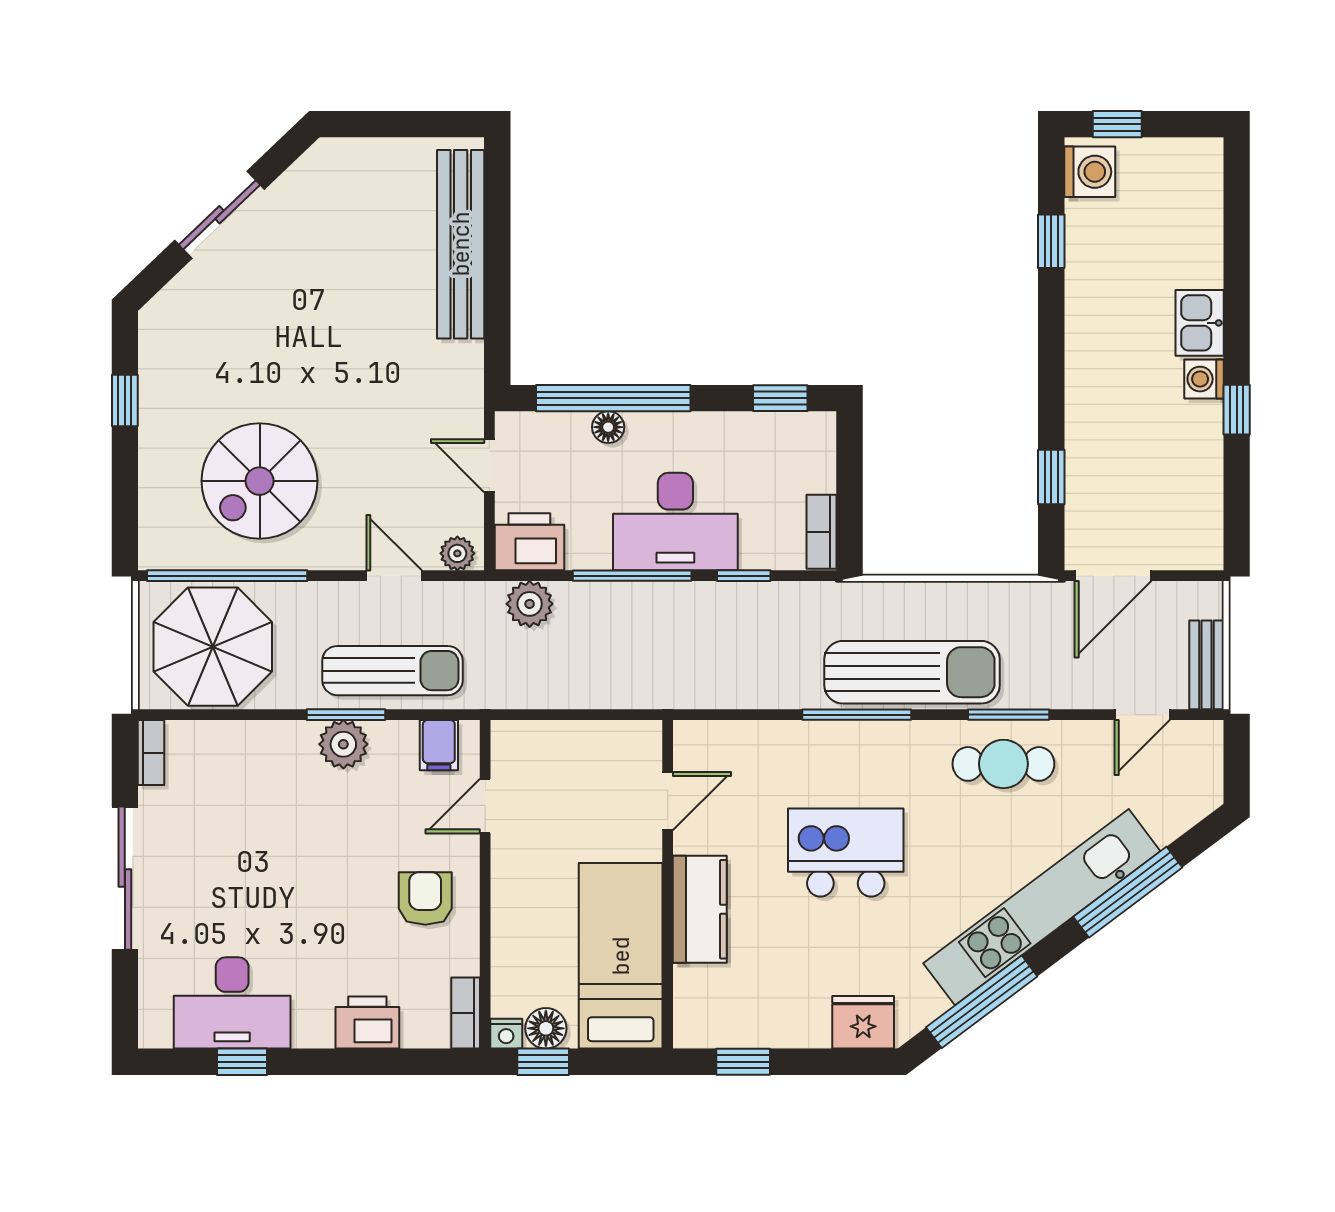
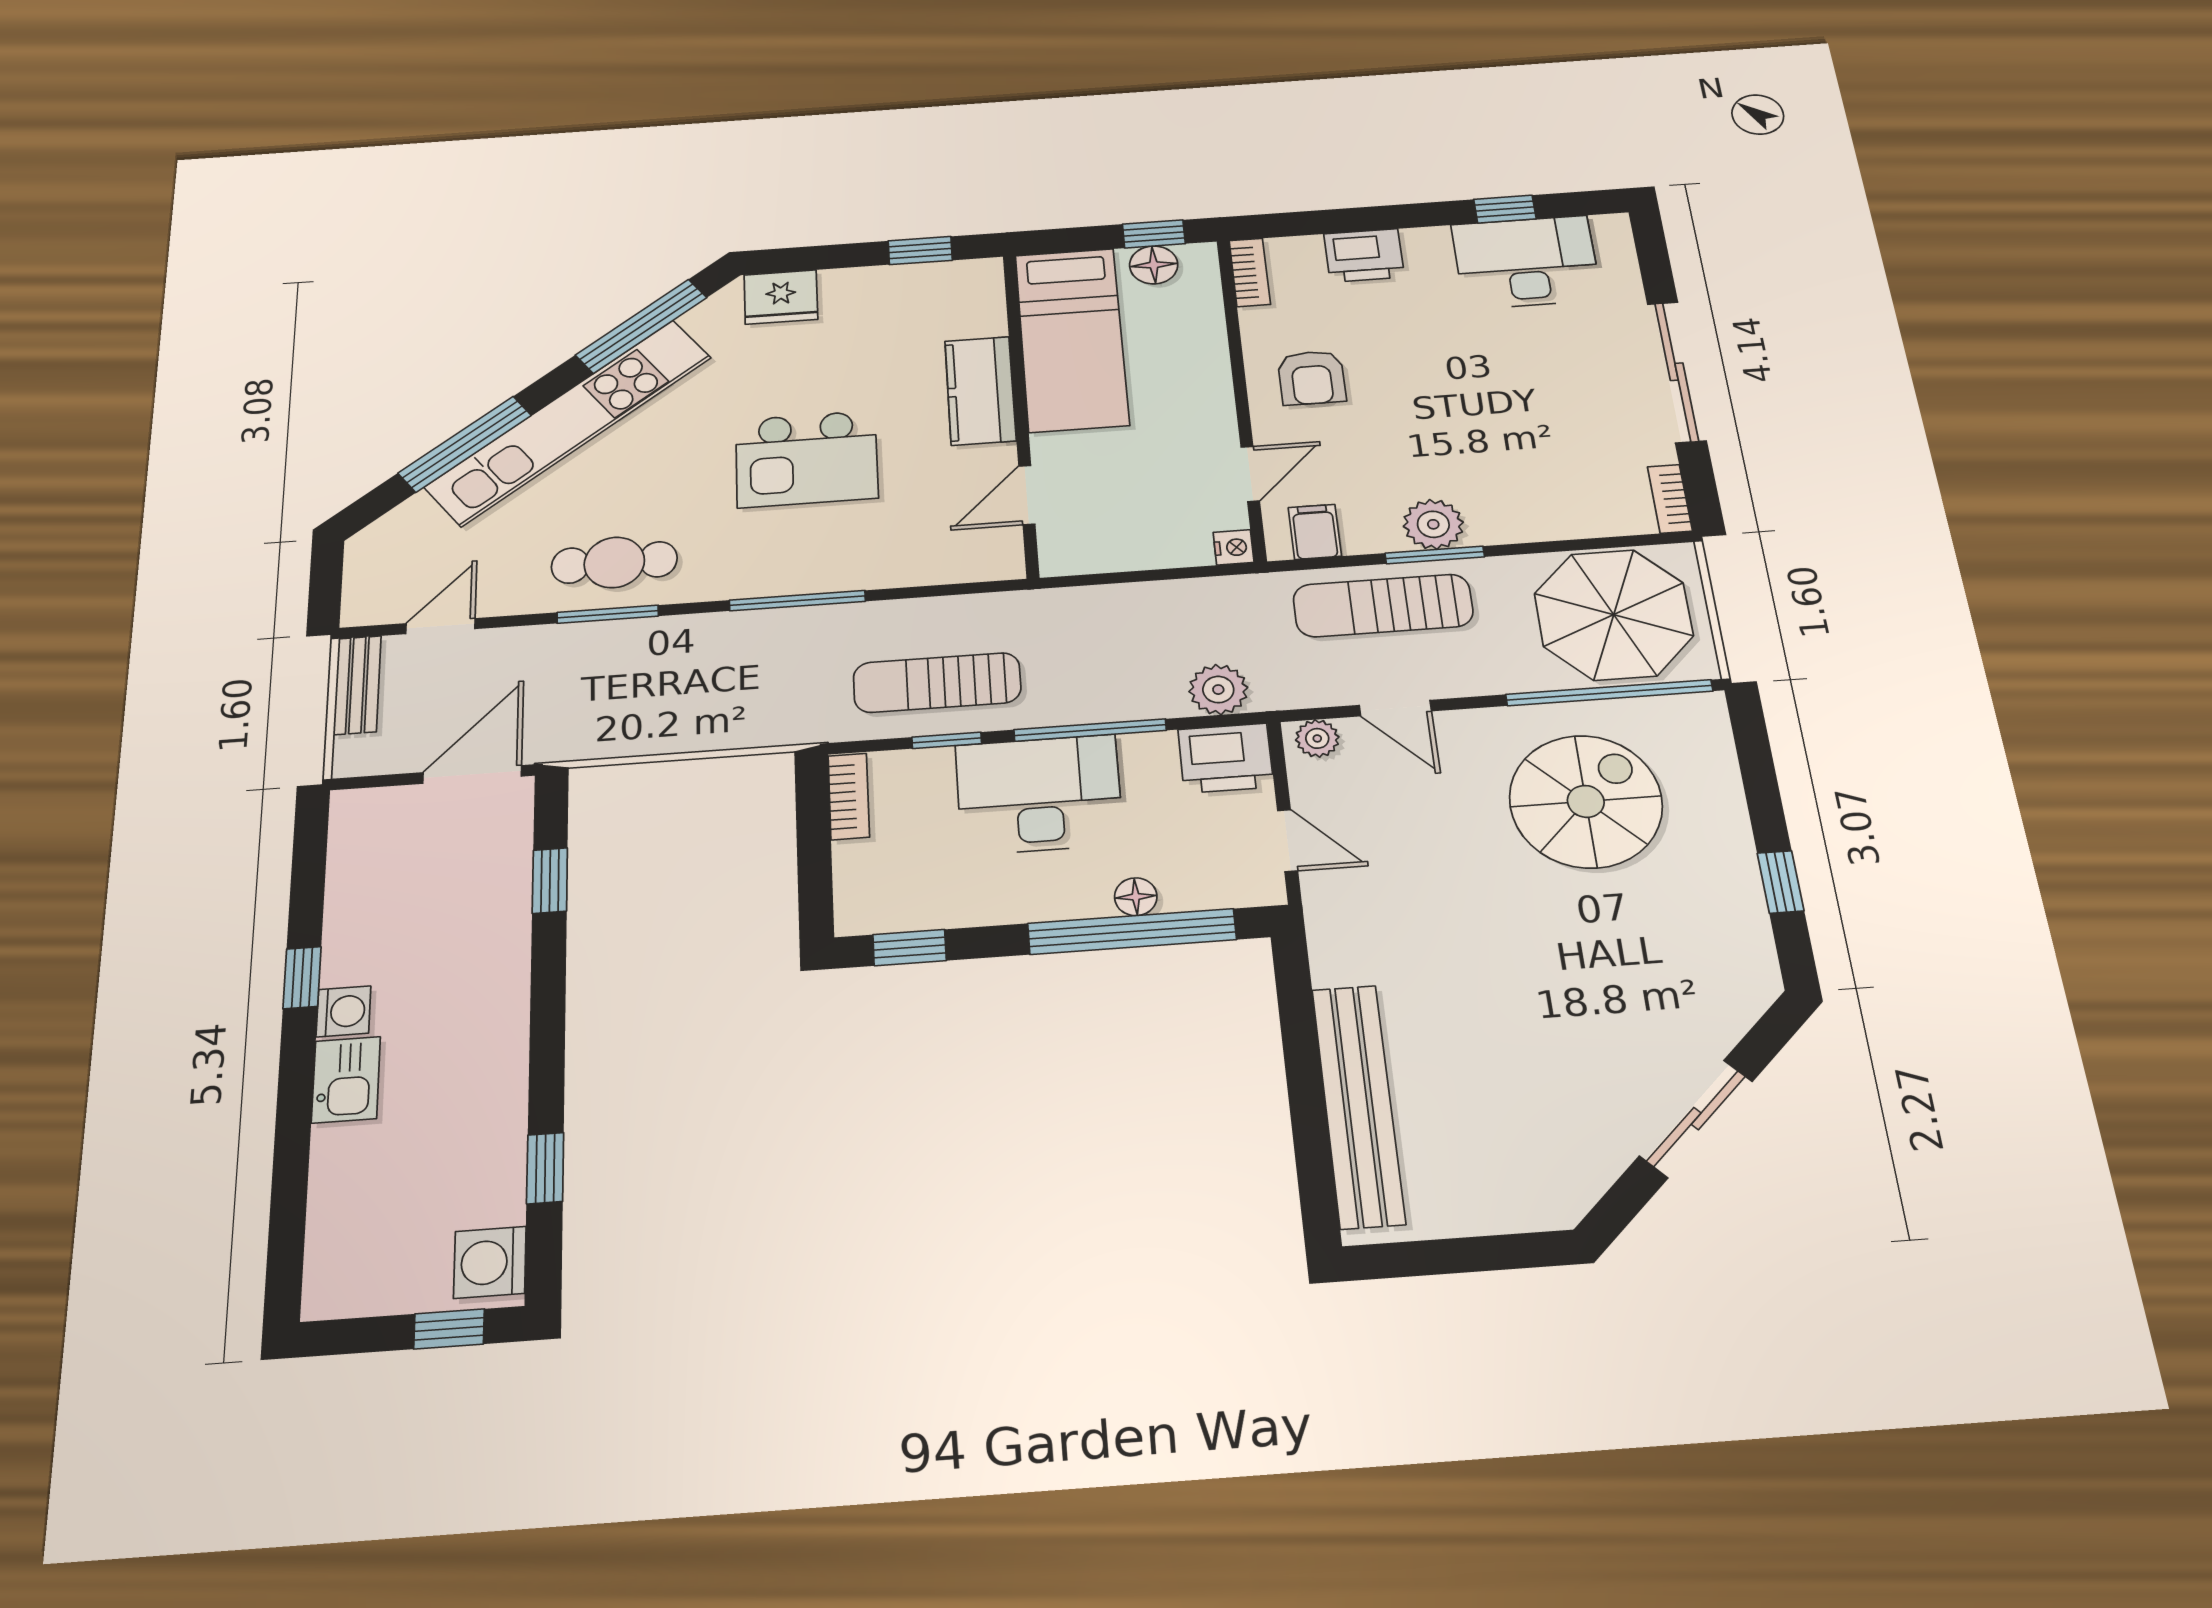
sun lounger: (912, 672) -> (937, 683), moved, width x0.73, depth x0.75
nightstand: (506, 1034) -> (1234, 547), moved, turned 90

